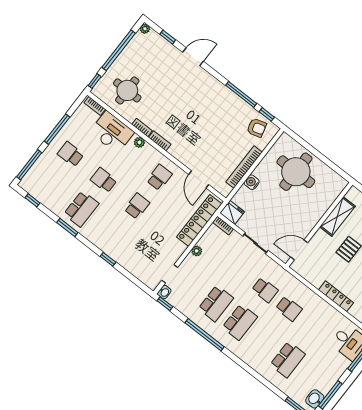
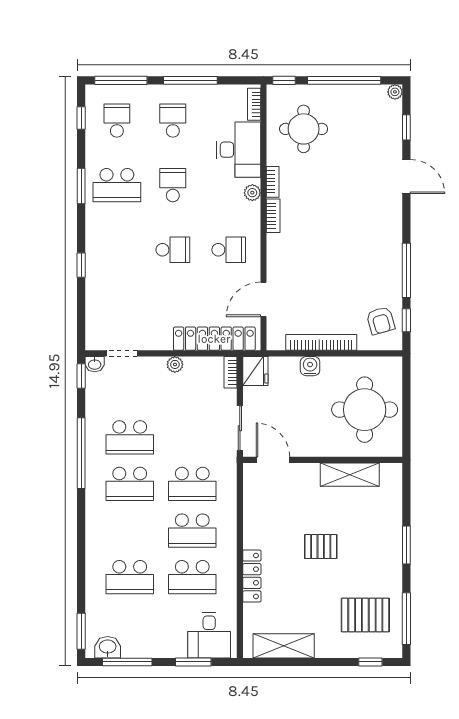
school desk: (48, 183) -> (117, 121), added
shelving: (337, 216) -> (350, 475), moved
wall: (319, 224) -> (323, 460), moved
door: (299, 250) -> (273, 460), moved
school desk: (265, 290) -> (192, 484), width x1.85
school desk: (289, 309) -> (192, 531), width x1.85
school desk: (313, 327) -> (192, 577), added

